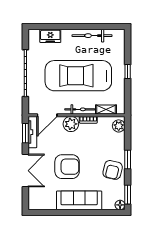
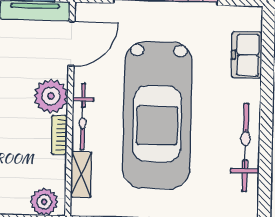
car: (78, 76) -> (157, 115), turned 180
door: (47, 115) -> (72, 44), swing flipped

